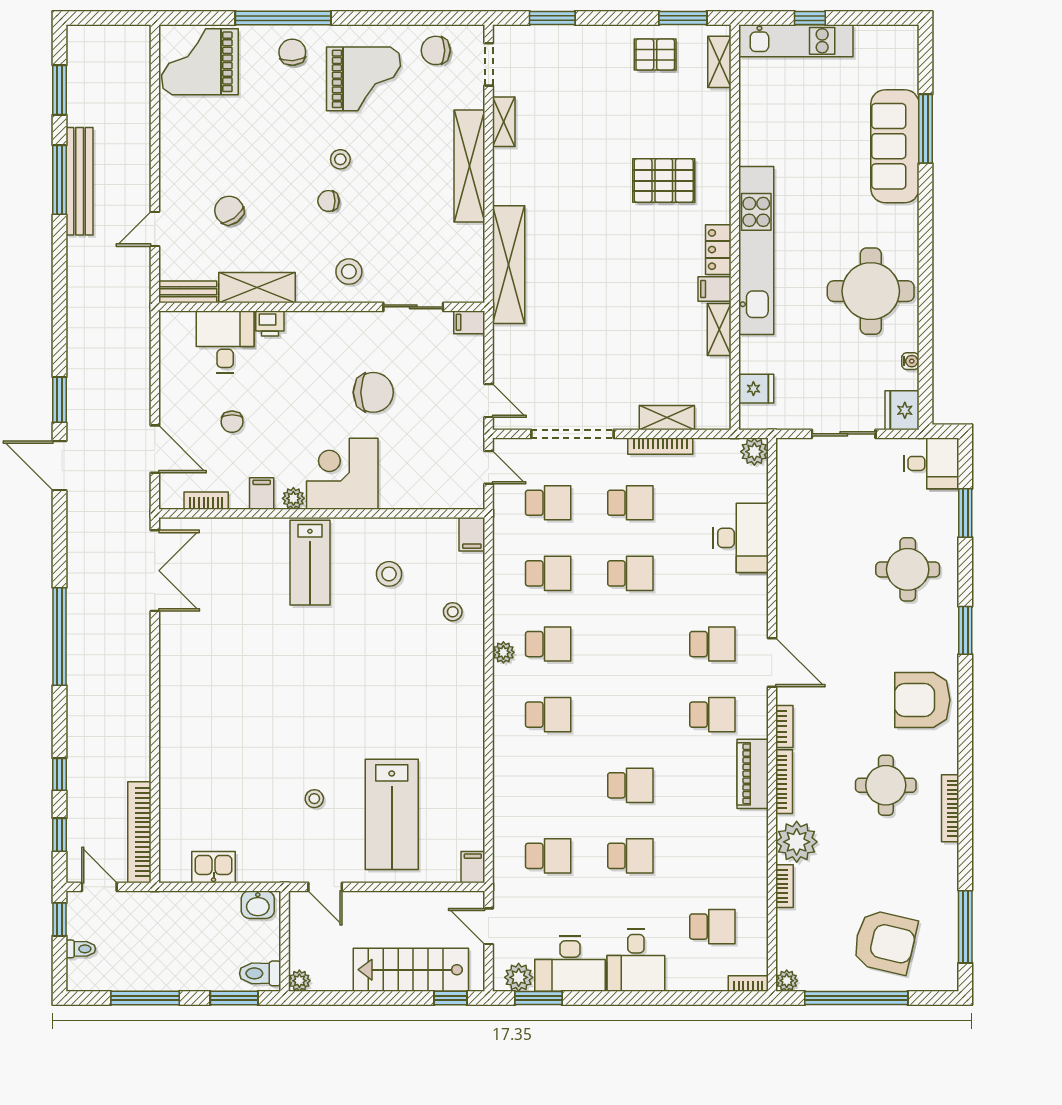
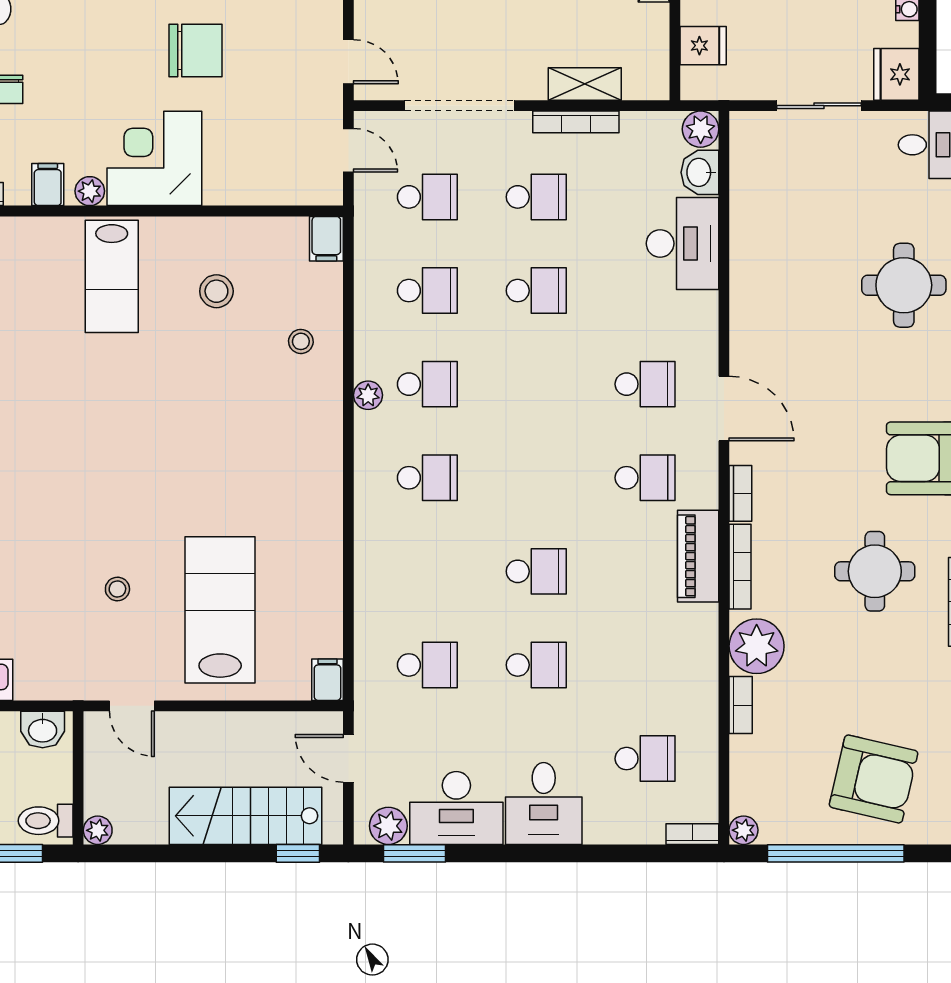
washbasin: (754, 484) -> (700, 172), added
lab bench: (392, 814) -> (220, 610), turned 180

